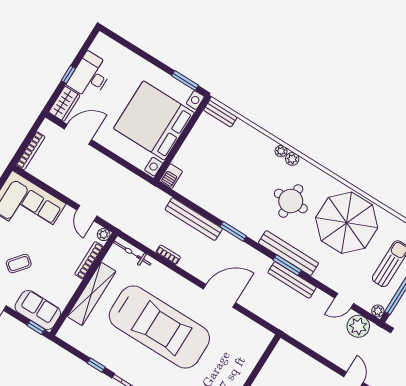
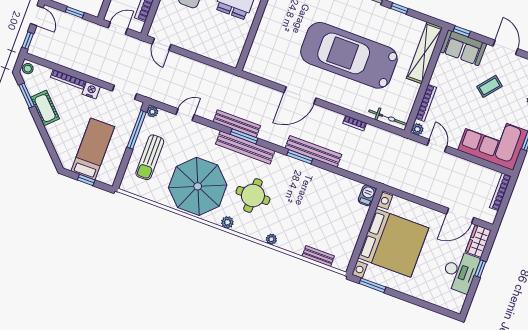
bench: (220, 114) -> (318, 256), moved
plant: (292, 159) -> (227, 222), moved
bench: (194, 219) -> (313, 151), moved
shelving: (92, 294) -> (424, 53), moved
plant: (358, 326) -> (167, 94), removed

